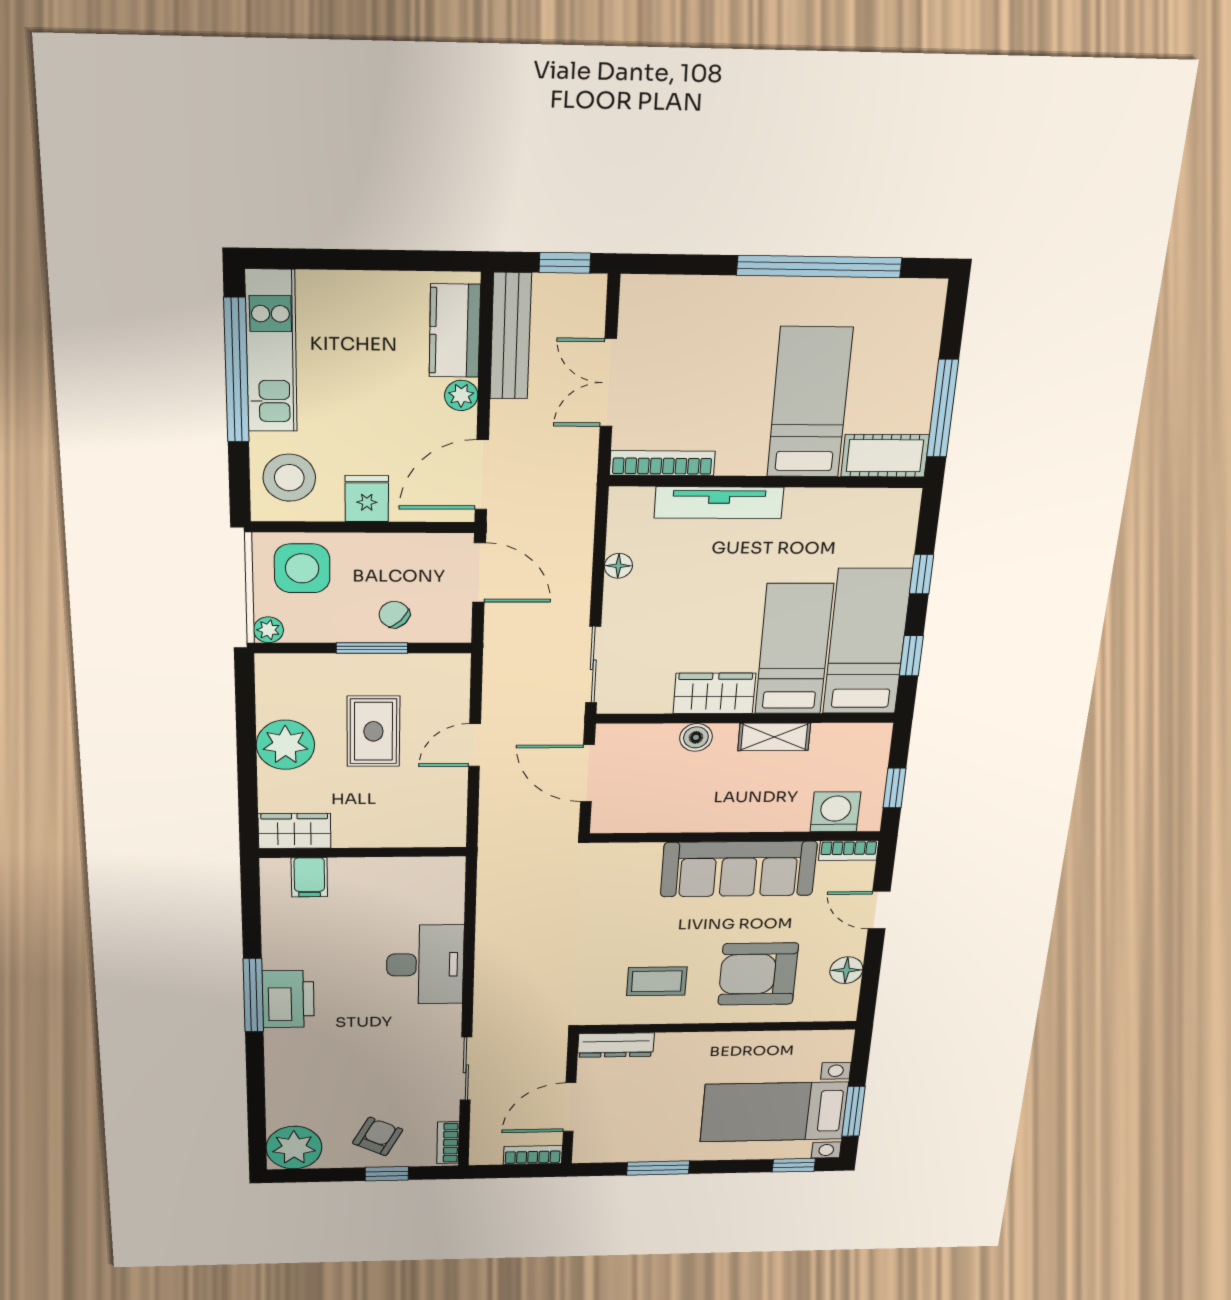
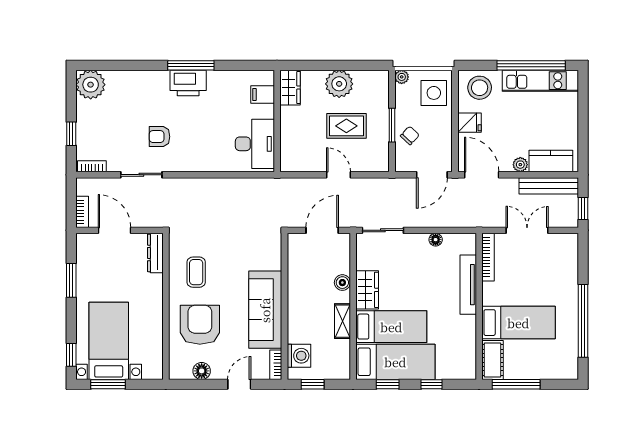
desk: (425, 965) -> (255, 144), moved, turned -90
armchair: (378, 1136) -> (159, 137), moved, turned 153

